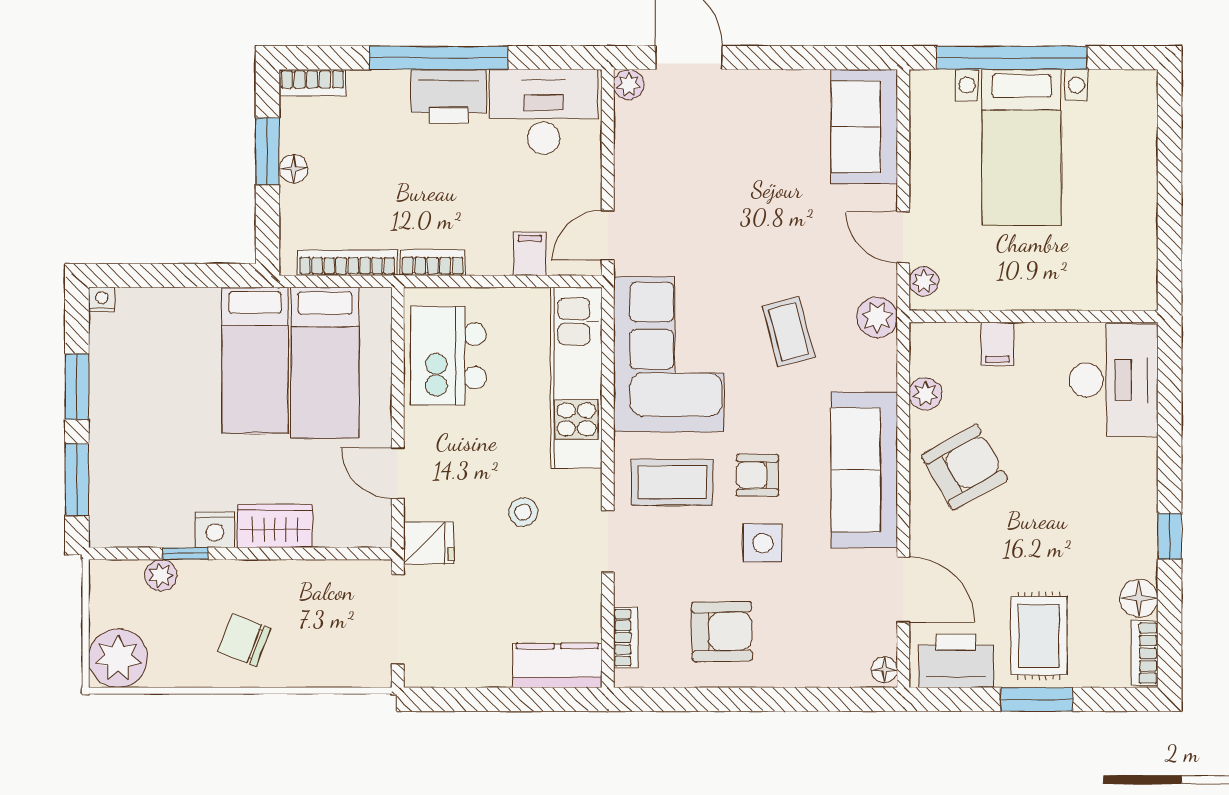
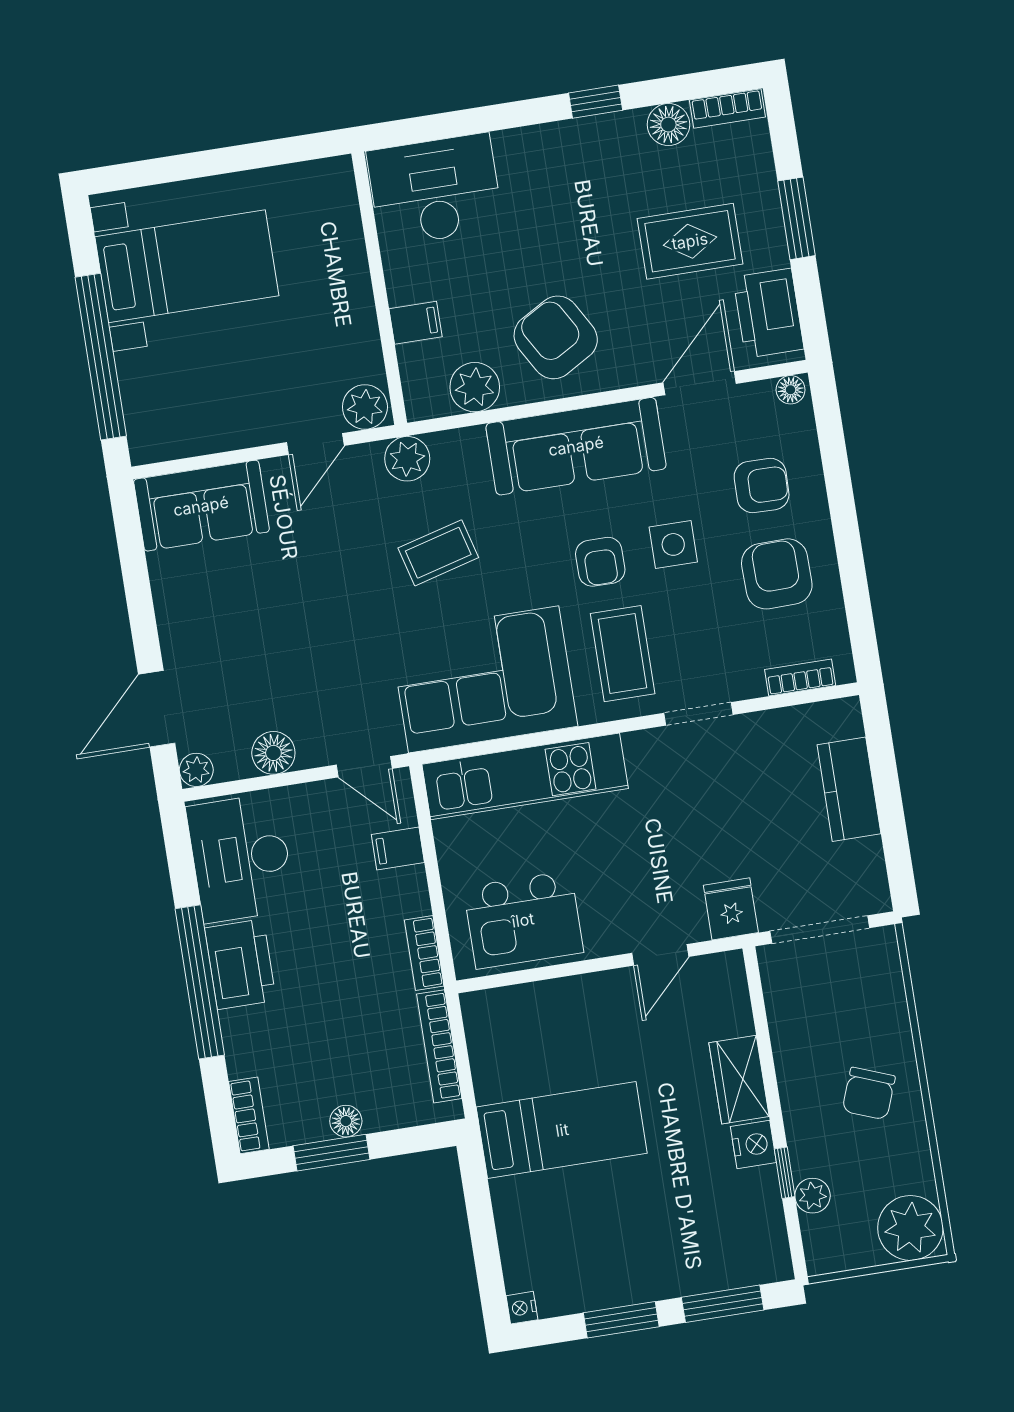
bed with nightstands: (1022, 147) -> (187, 266), moved
floor lamp: (633, 156) -> (273, 753), added
plant: (924, 281) -> (365, 407), width x1.38, depth x1.38
bed: (325, 363) -> (552, 1053), removed
plant: (925, 394) -> (475, 387), width x1.38, depth x1.38
stool: (523, 512) -> (681, 811), removed
armchair: (803, 630) -> (762, 486), added
rug: (1039, 636) -> (690, 241), moved
kitchen counter: (557, 665) -> (849, 789), moved

